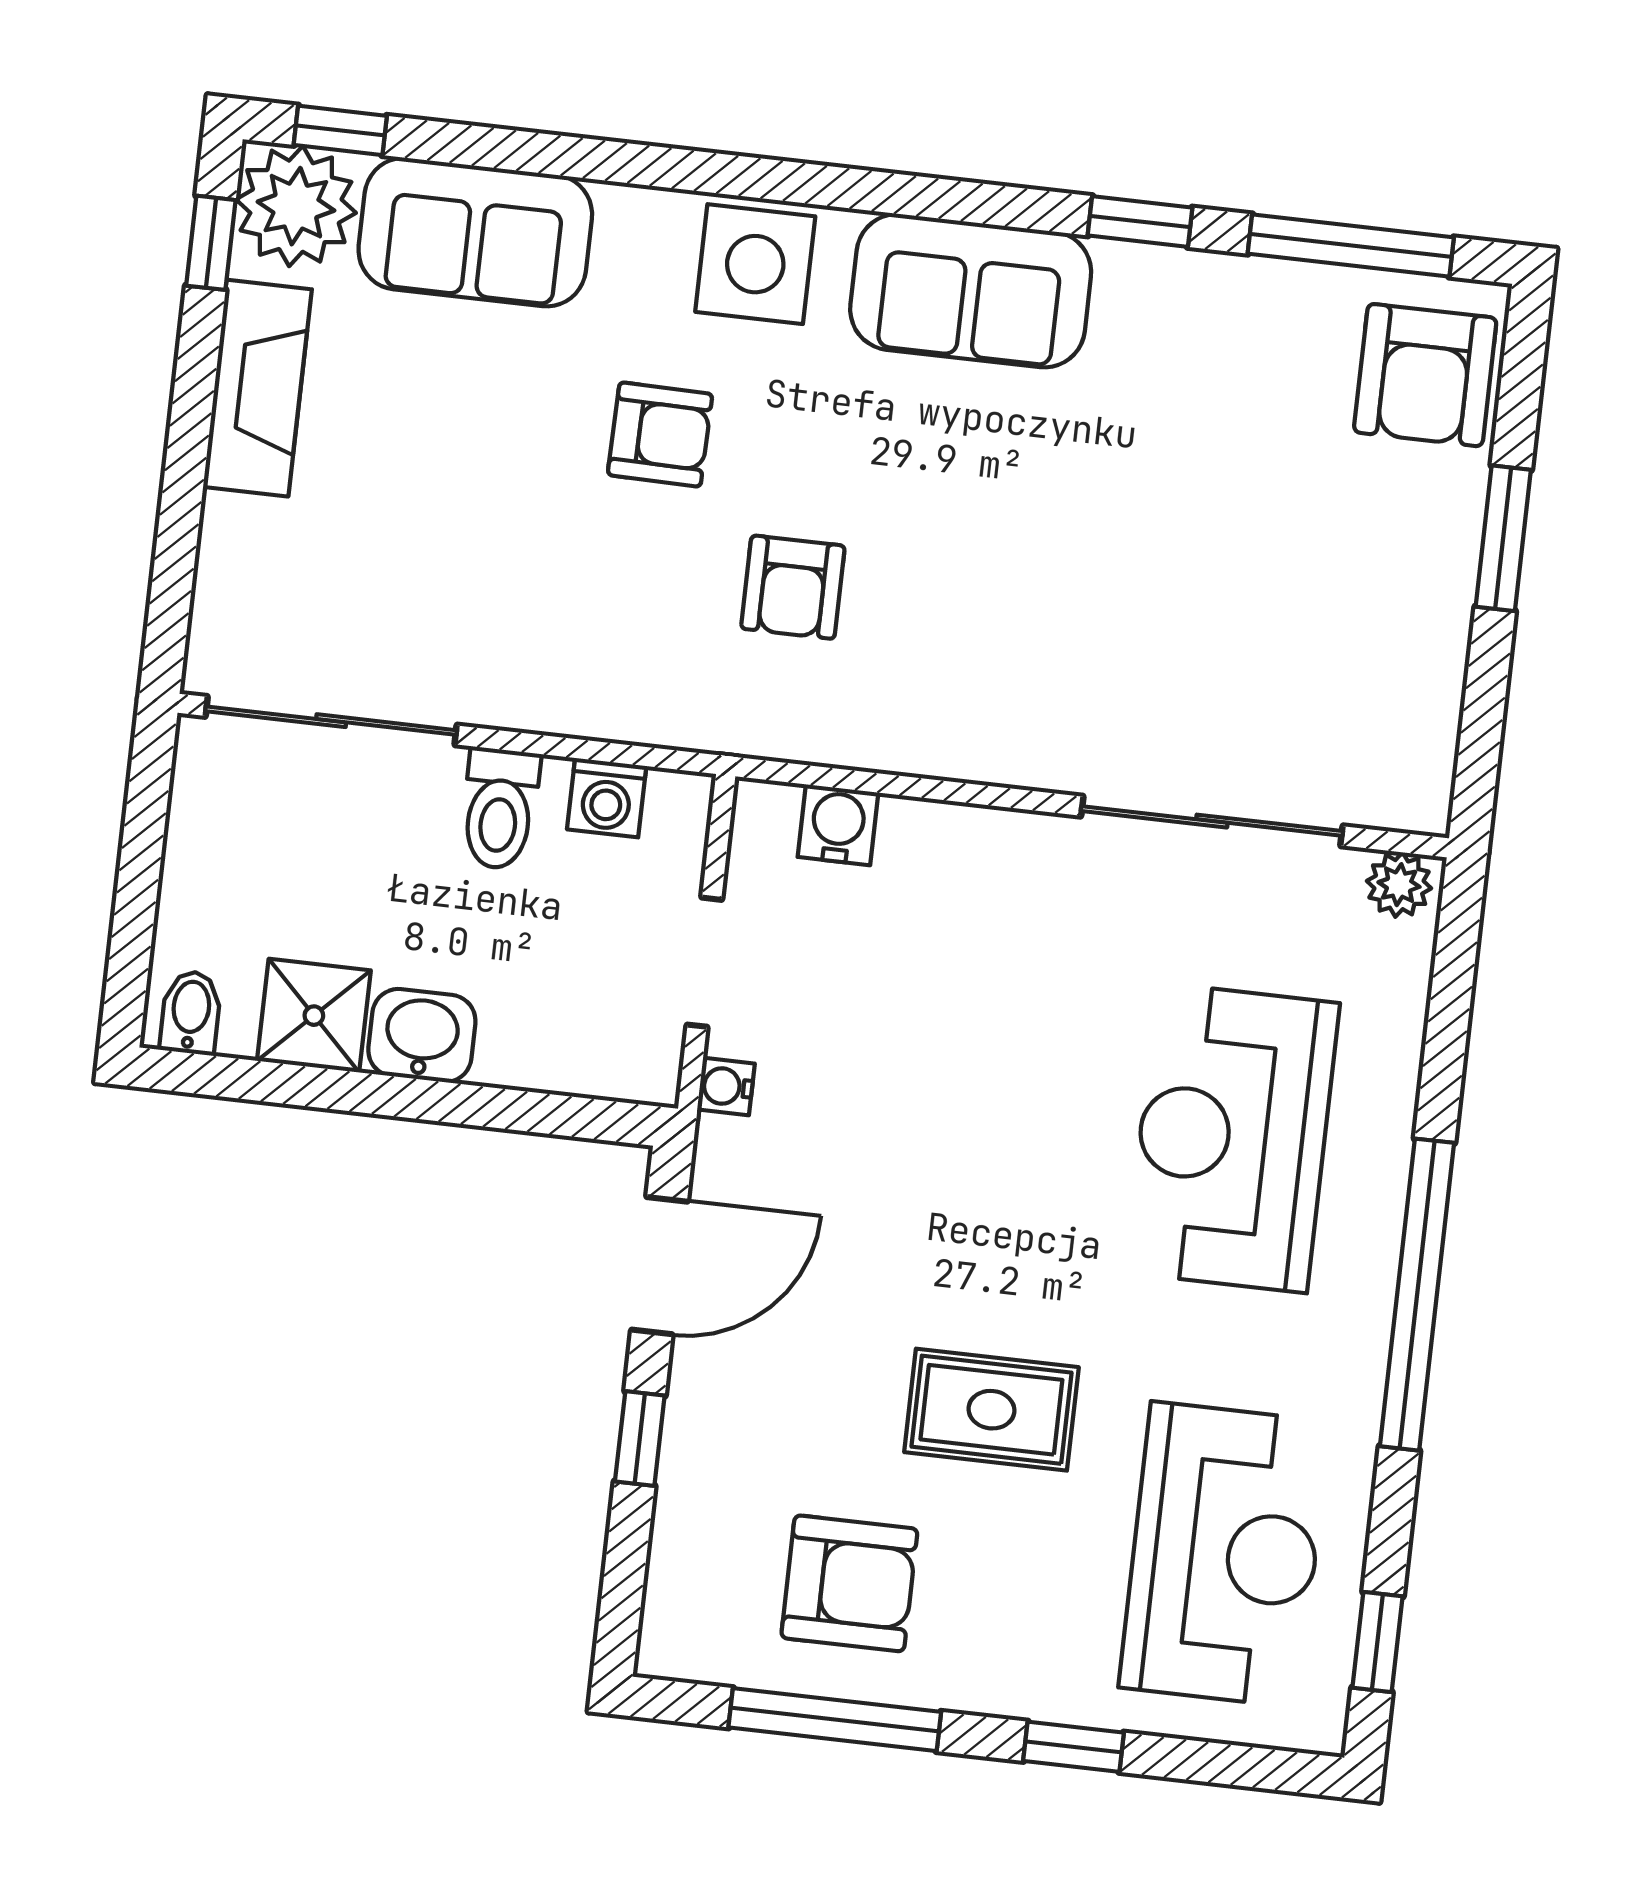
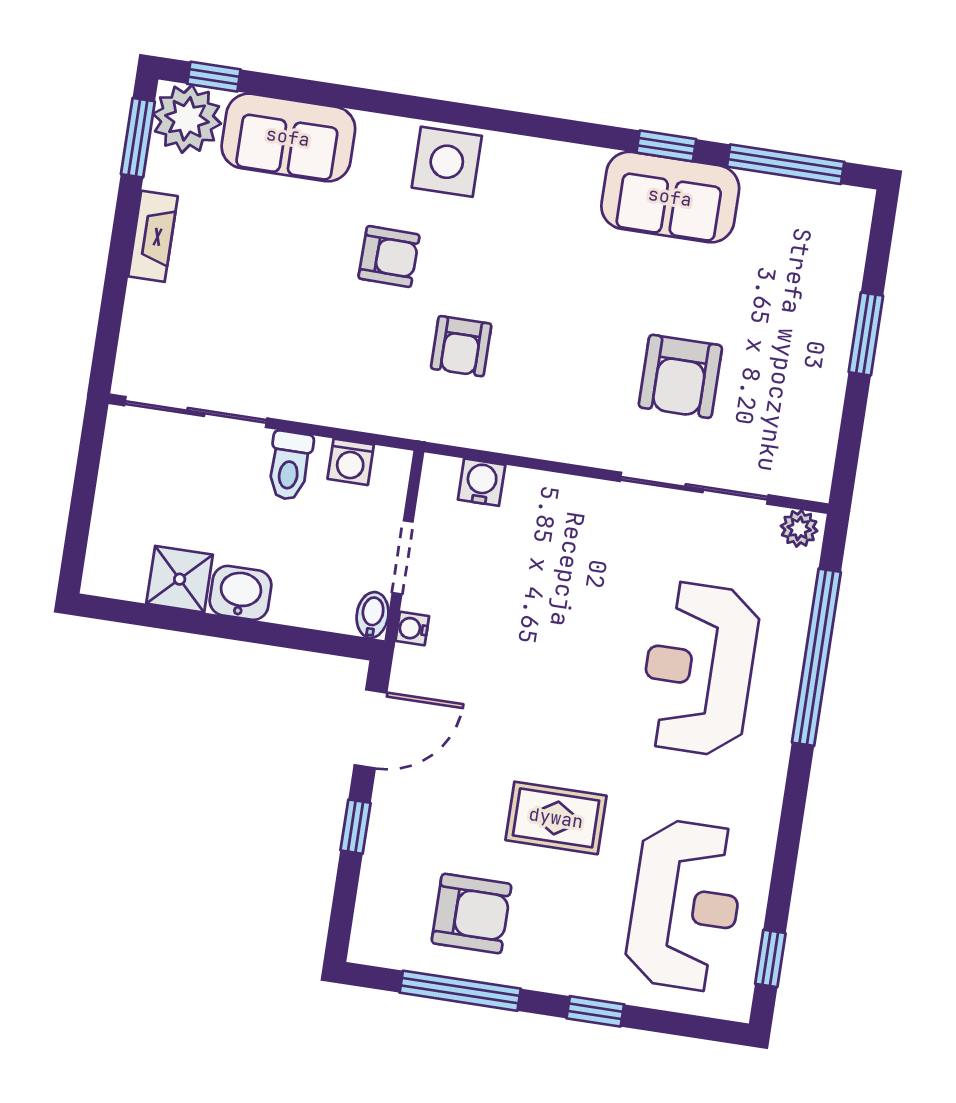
window: (211, 243) -> (138, 138), width x1.50
sofa: (971, 291) -> (670, 197), moved
armchair: (1425, 375) -> (680, 376), moved
fireplace: (257, 388) -> (153, 236), width x0.73, depth x0.76
bidet: (191, 1012) -> (373, 615), moved
window: (1417, 1295) -> (816, 657), moved

